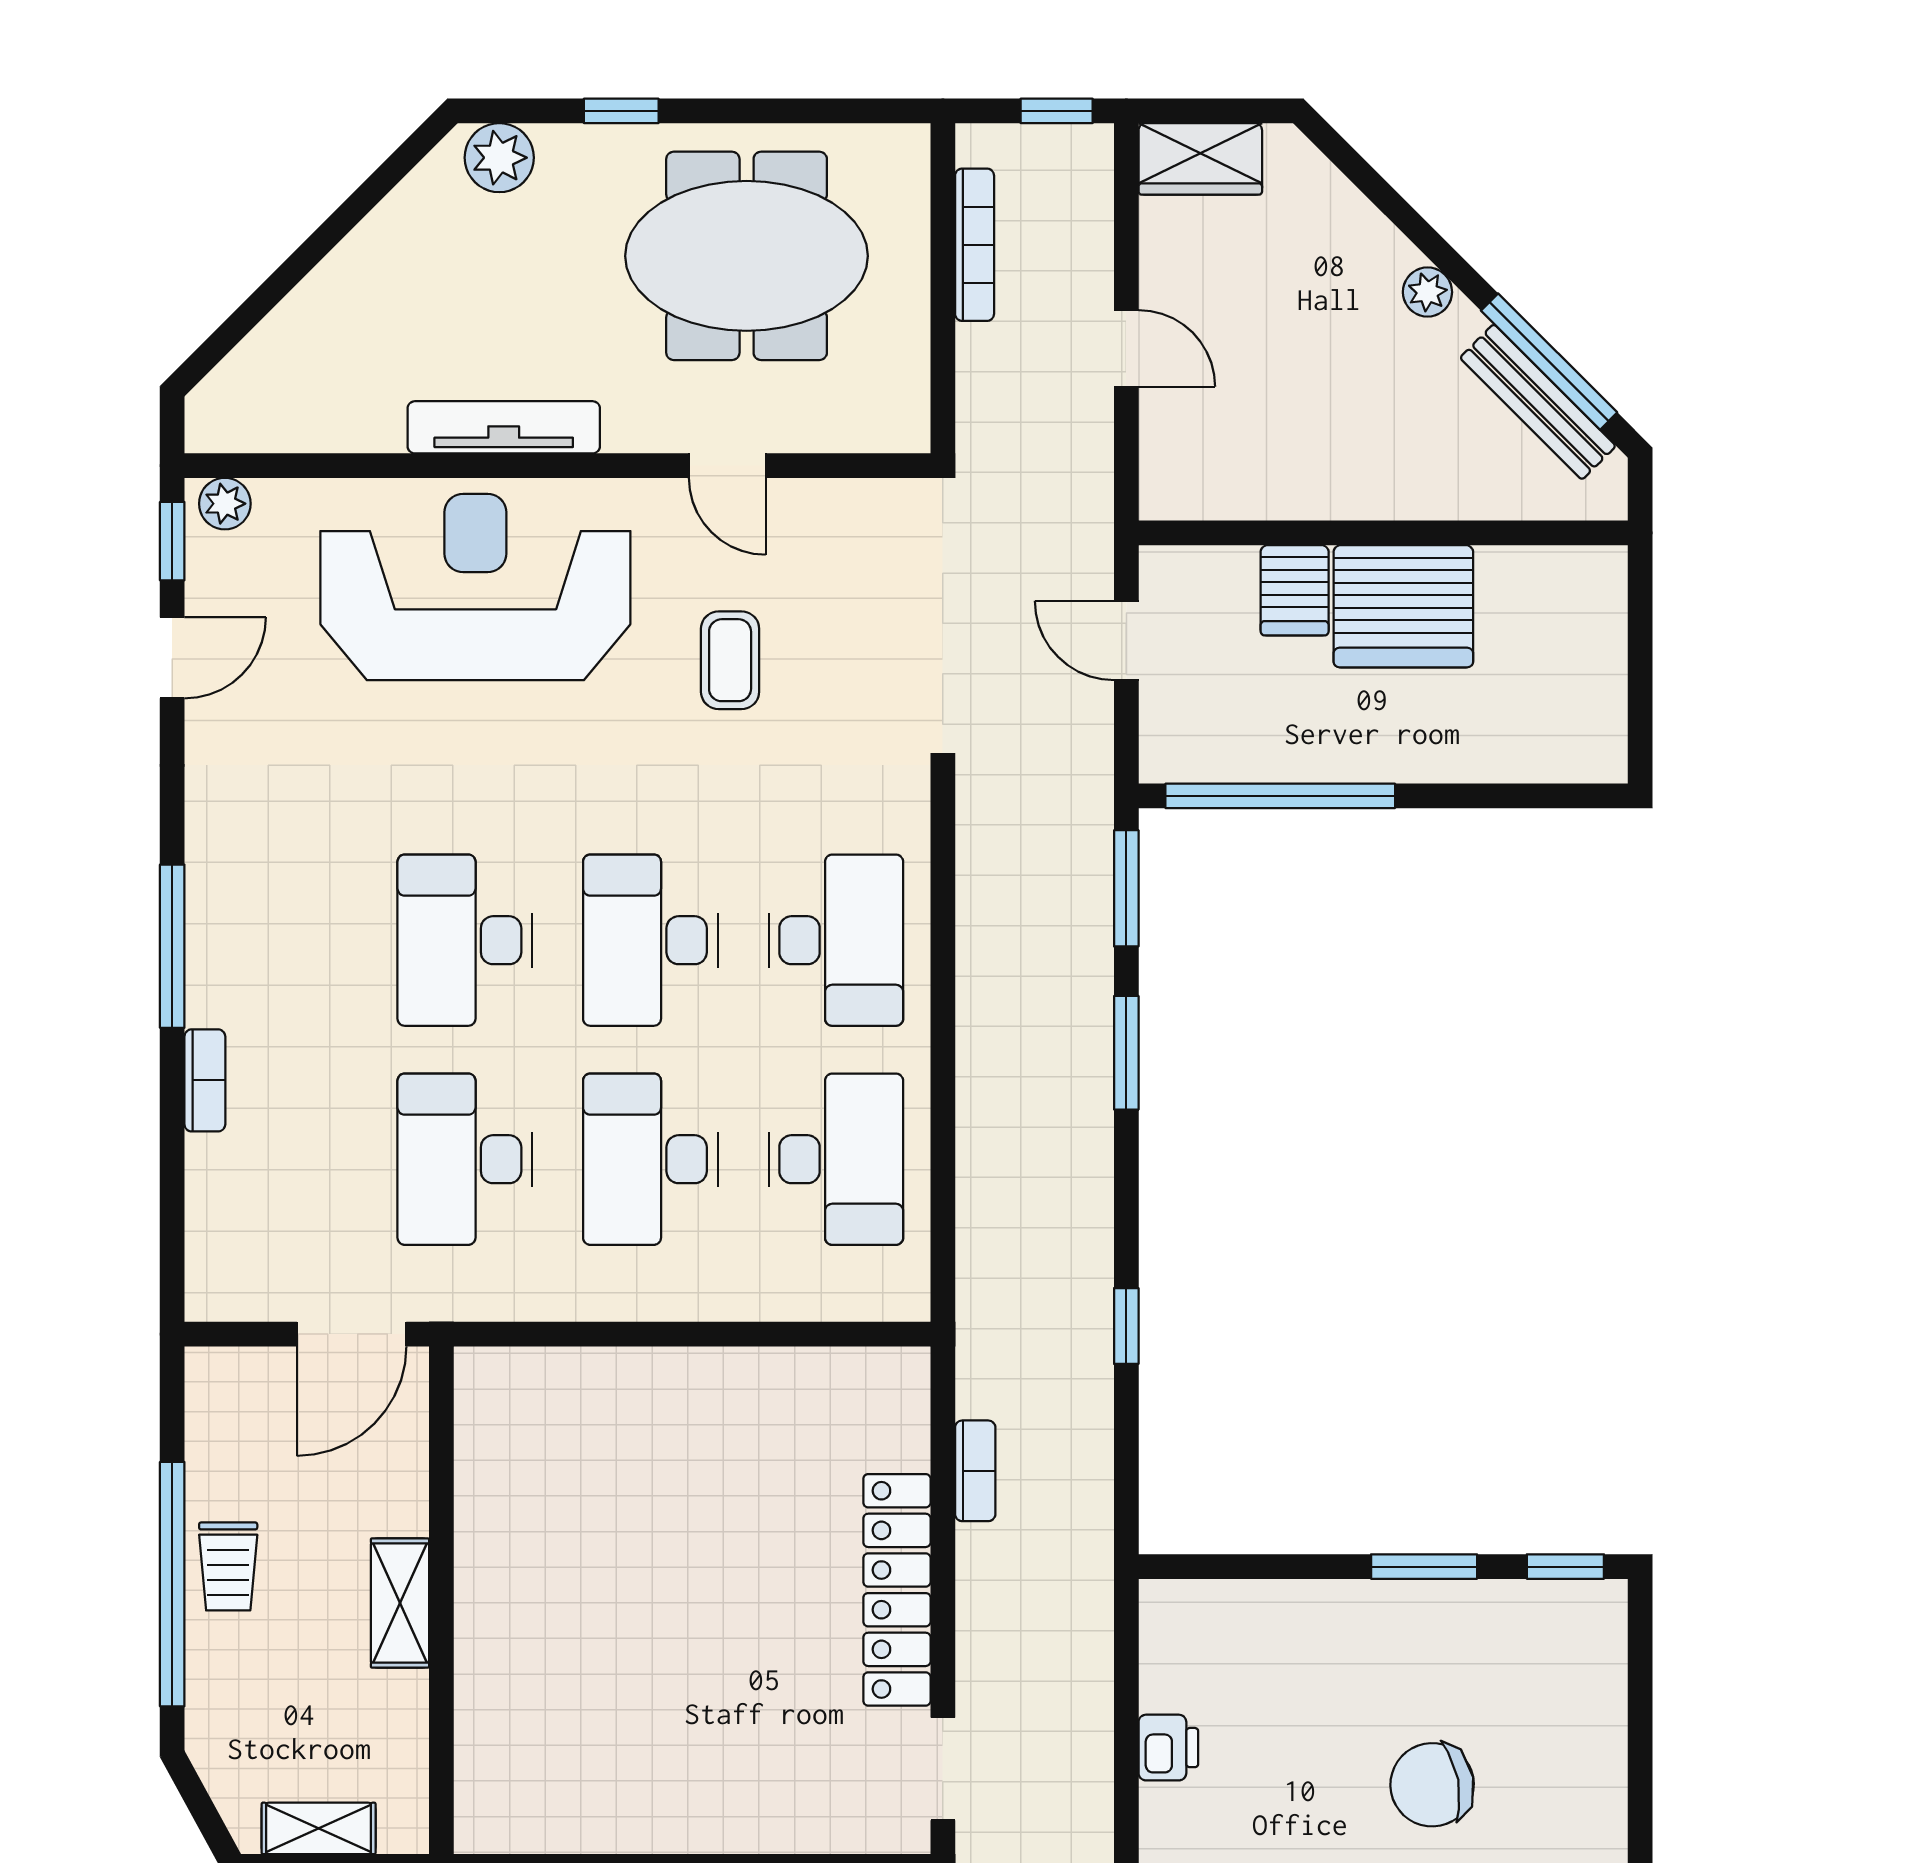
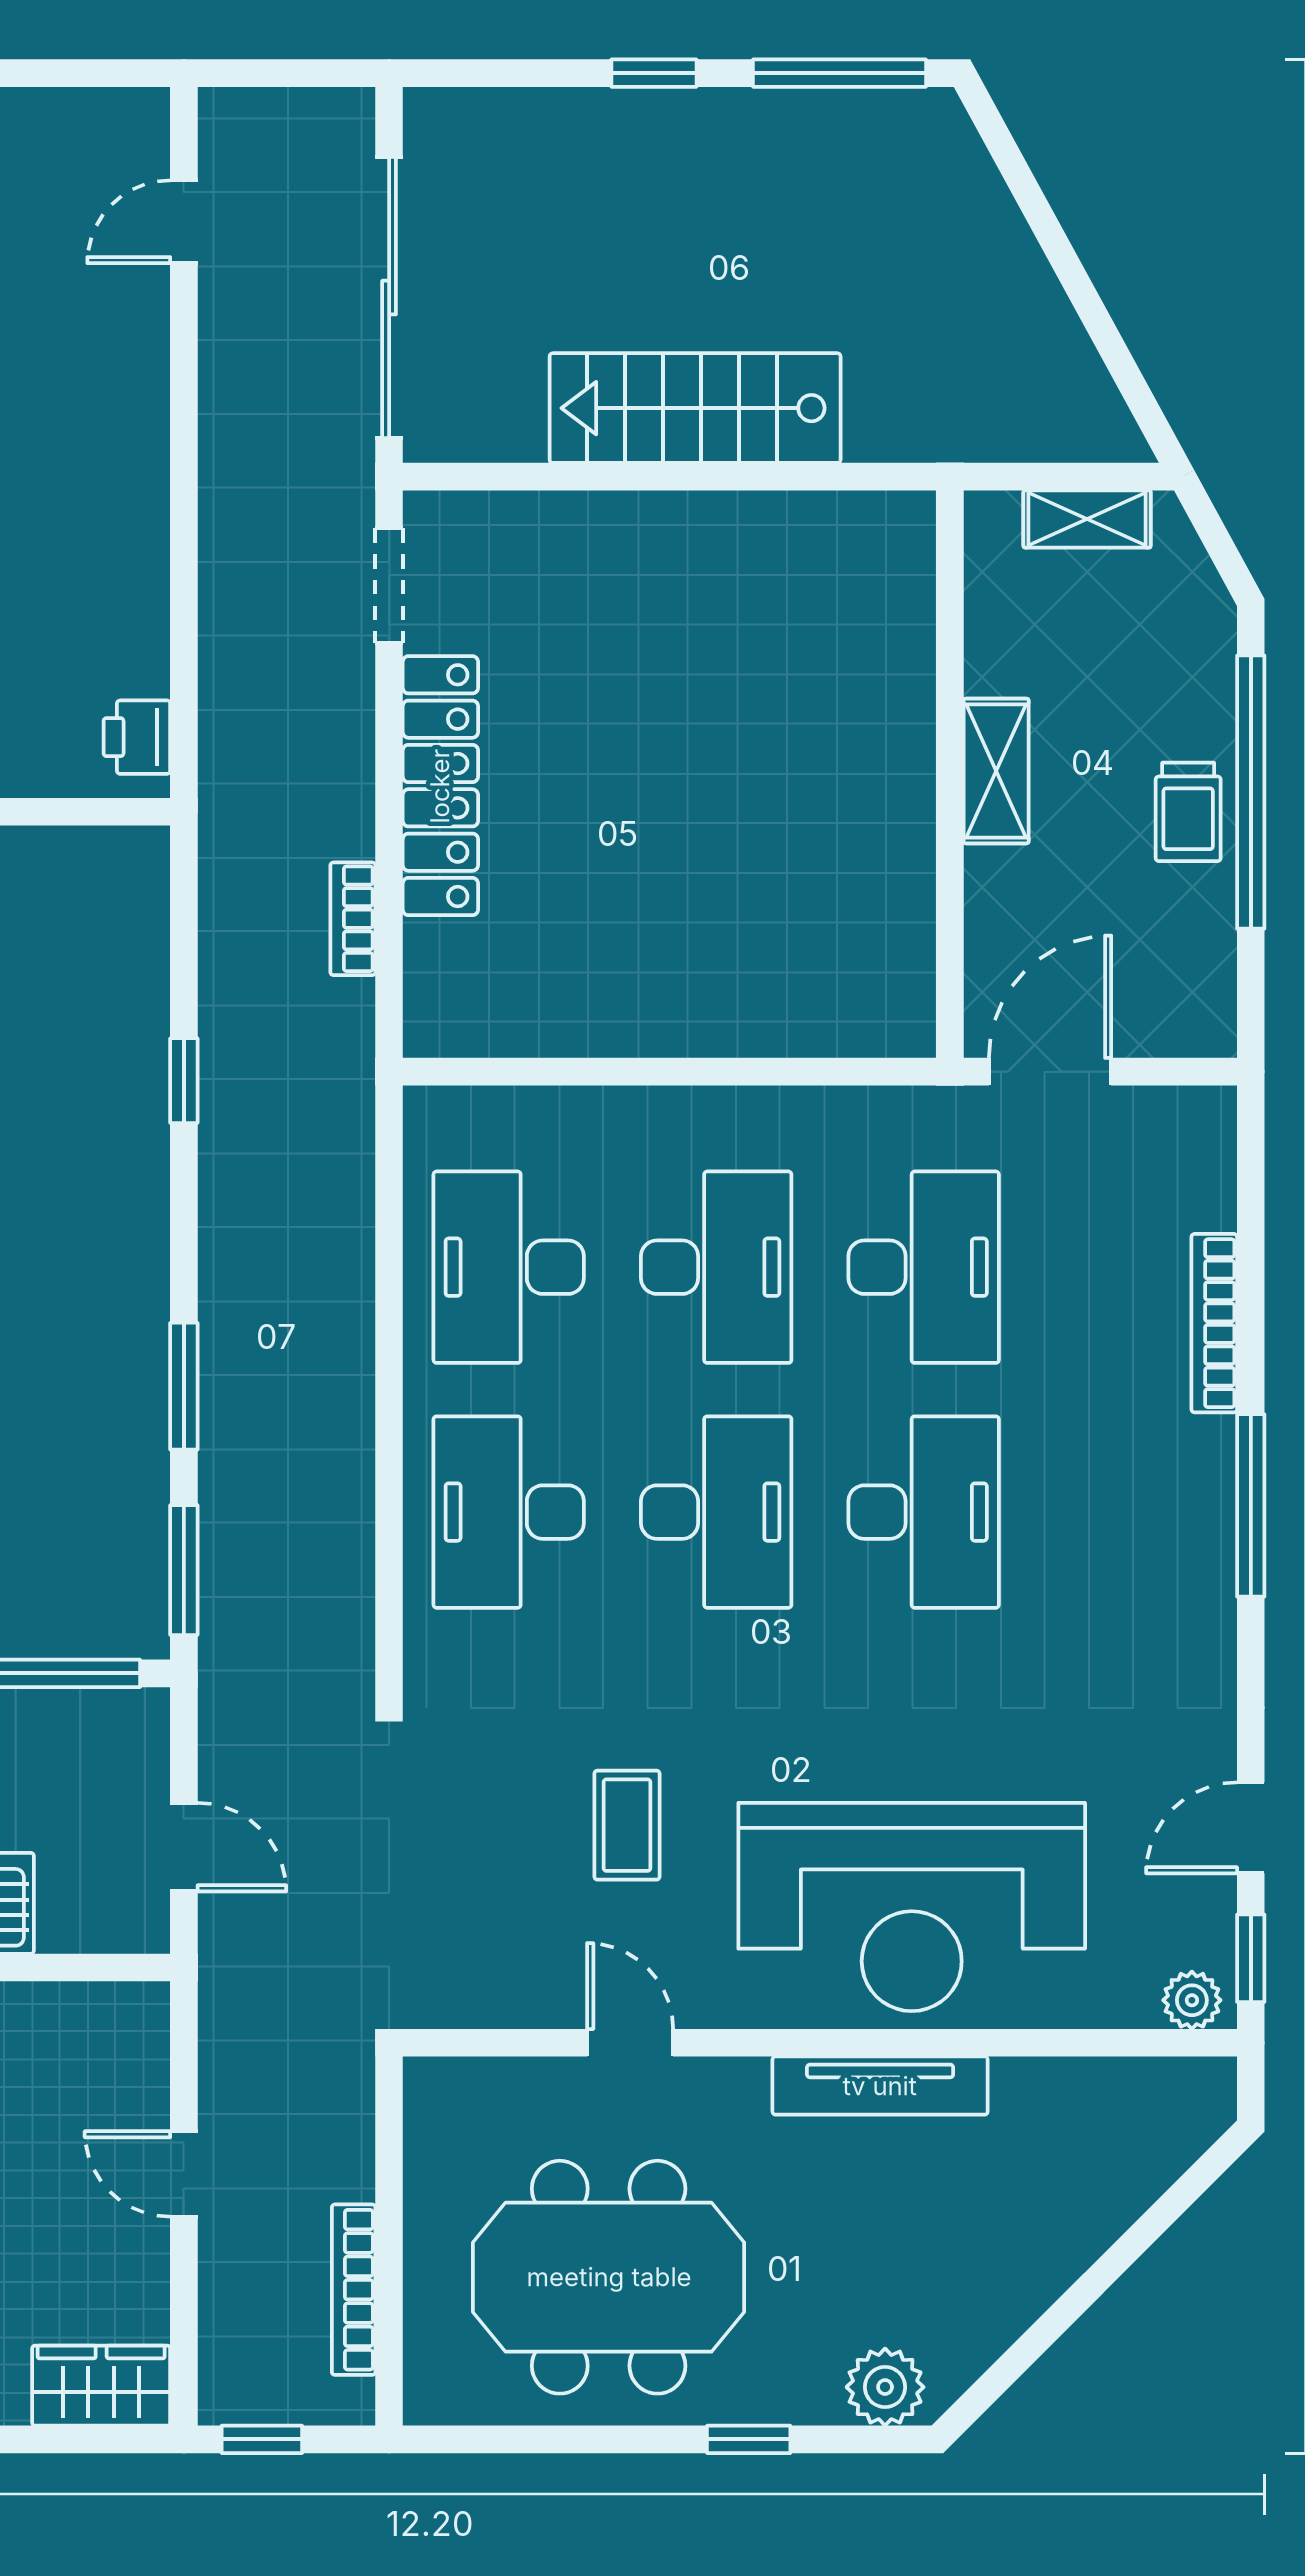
bookcase: (205, 1080) -> (1214, 1323), width x1.56
trolley: (228, 1566) -> (1188, 812), turned 180
printer: (1168, 1748) -> (137, 737), moved

